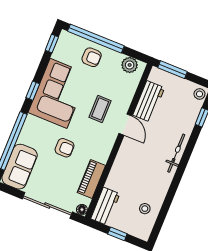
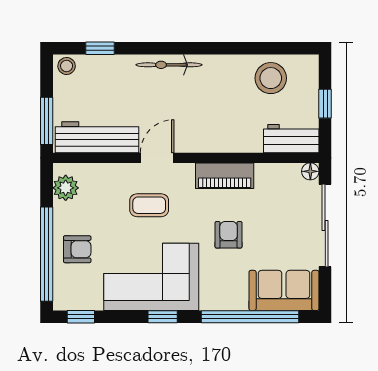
armchair: (92, 57) -> (77, 249), turned 90
workbench: (149, 101) -> (97, 137), width x1.37
piano: (91, 179) -> (225, 176), moved
stool: (145, 209) -> (271, 78), width x1.89, depth x1.89

